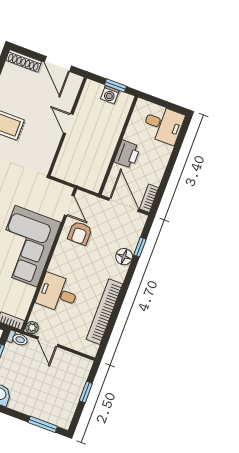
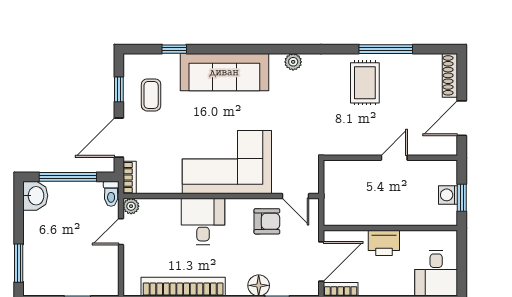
door: (69, 206) -> (296, 196), hinge flipped
armchair: (80, 233) -> (267, 221), turned 180
desk: (57, 293) -> (203, 221), moved

